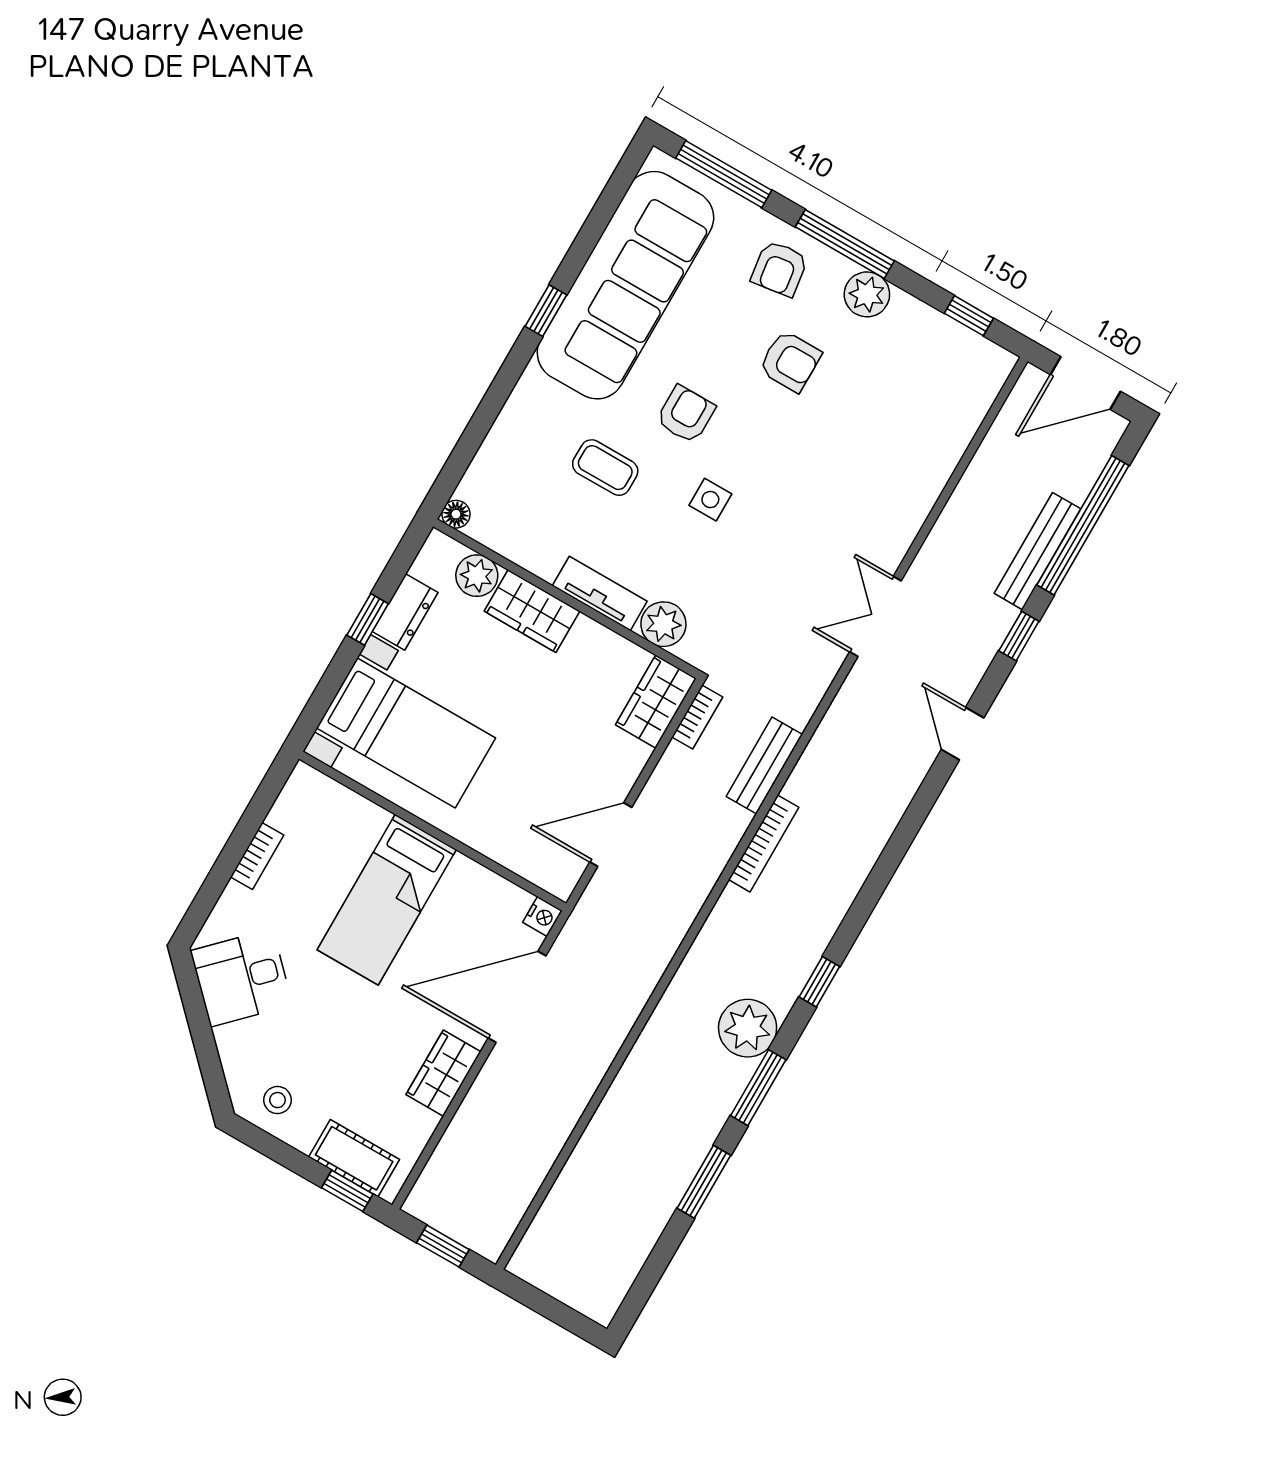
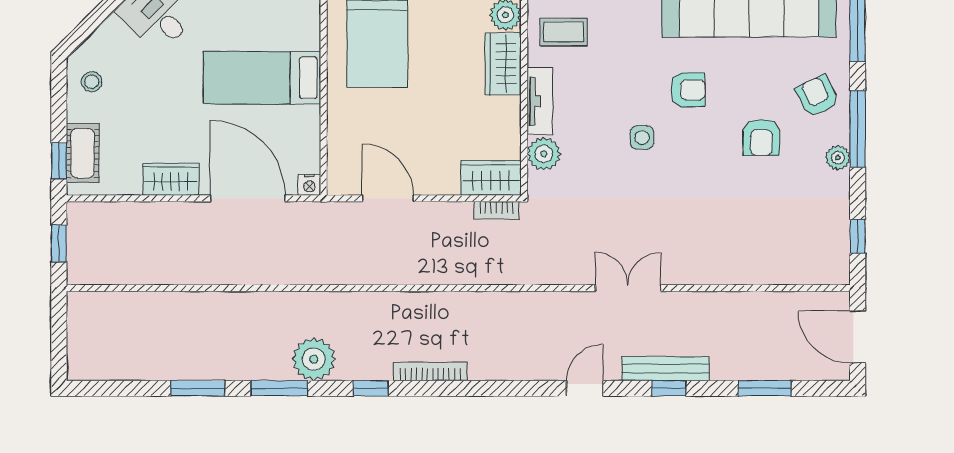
armchair: (779, 269) -> (817, 96), turned 72
plant: (867, 294) -> (838, 158), width x0.73, depth x0.73
coffee table: (605, 468) -> (564, 32), moved, turned 90
window: (1083, 525) -> (765, 388), width x0.47
bench: (1038, 551) -> (666, 369), moved
bench: (764, 765) -> (490, 272), removed
bookcase: (764, 843) -> (430, 371), moved, turned 180

